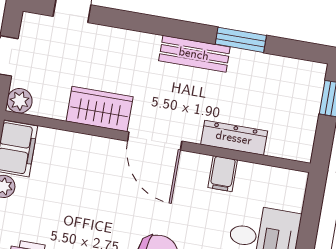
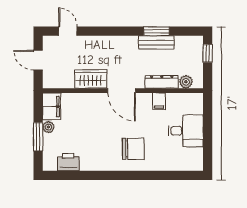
bench: (194, 54) -> (156, 42), moved
plant: (20, 101) -> (186, 82), moved

